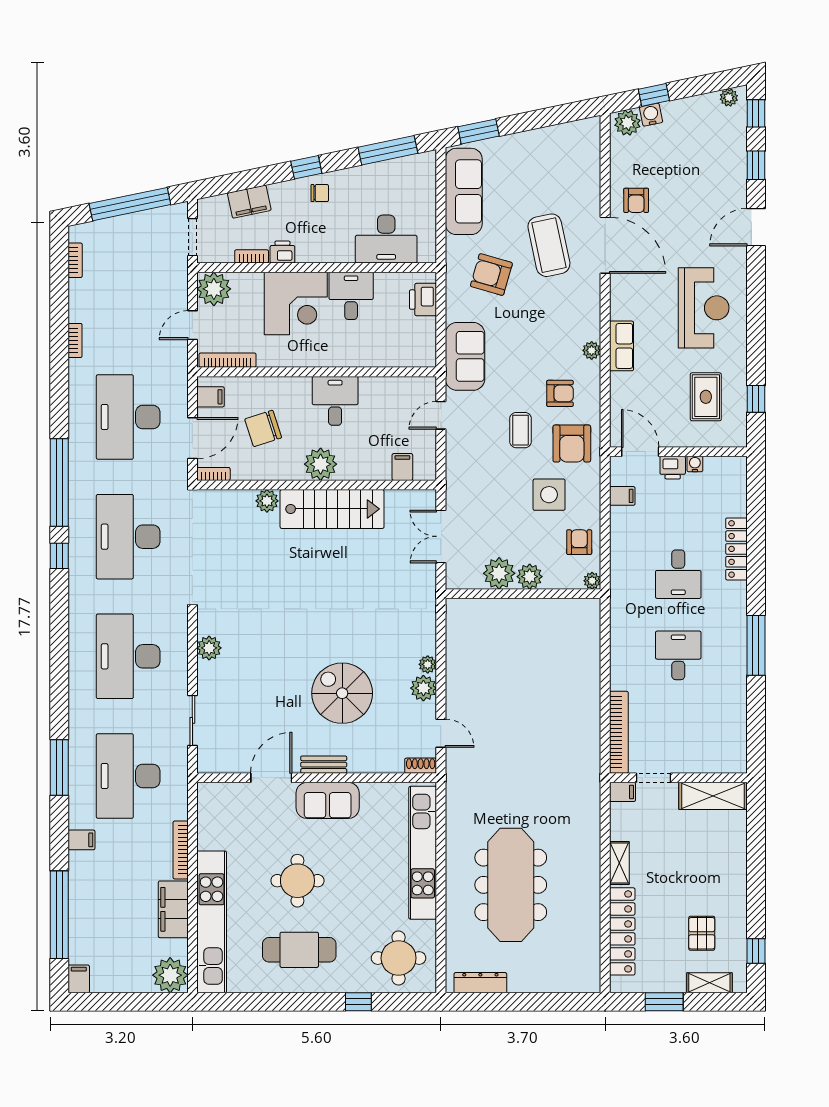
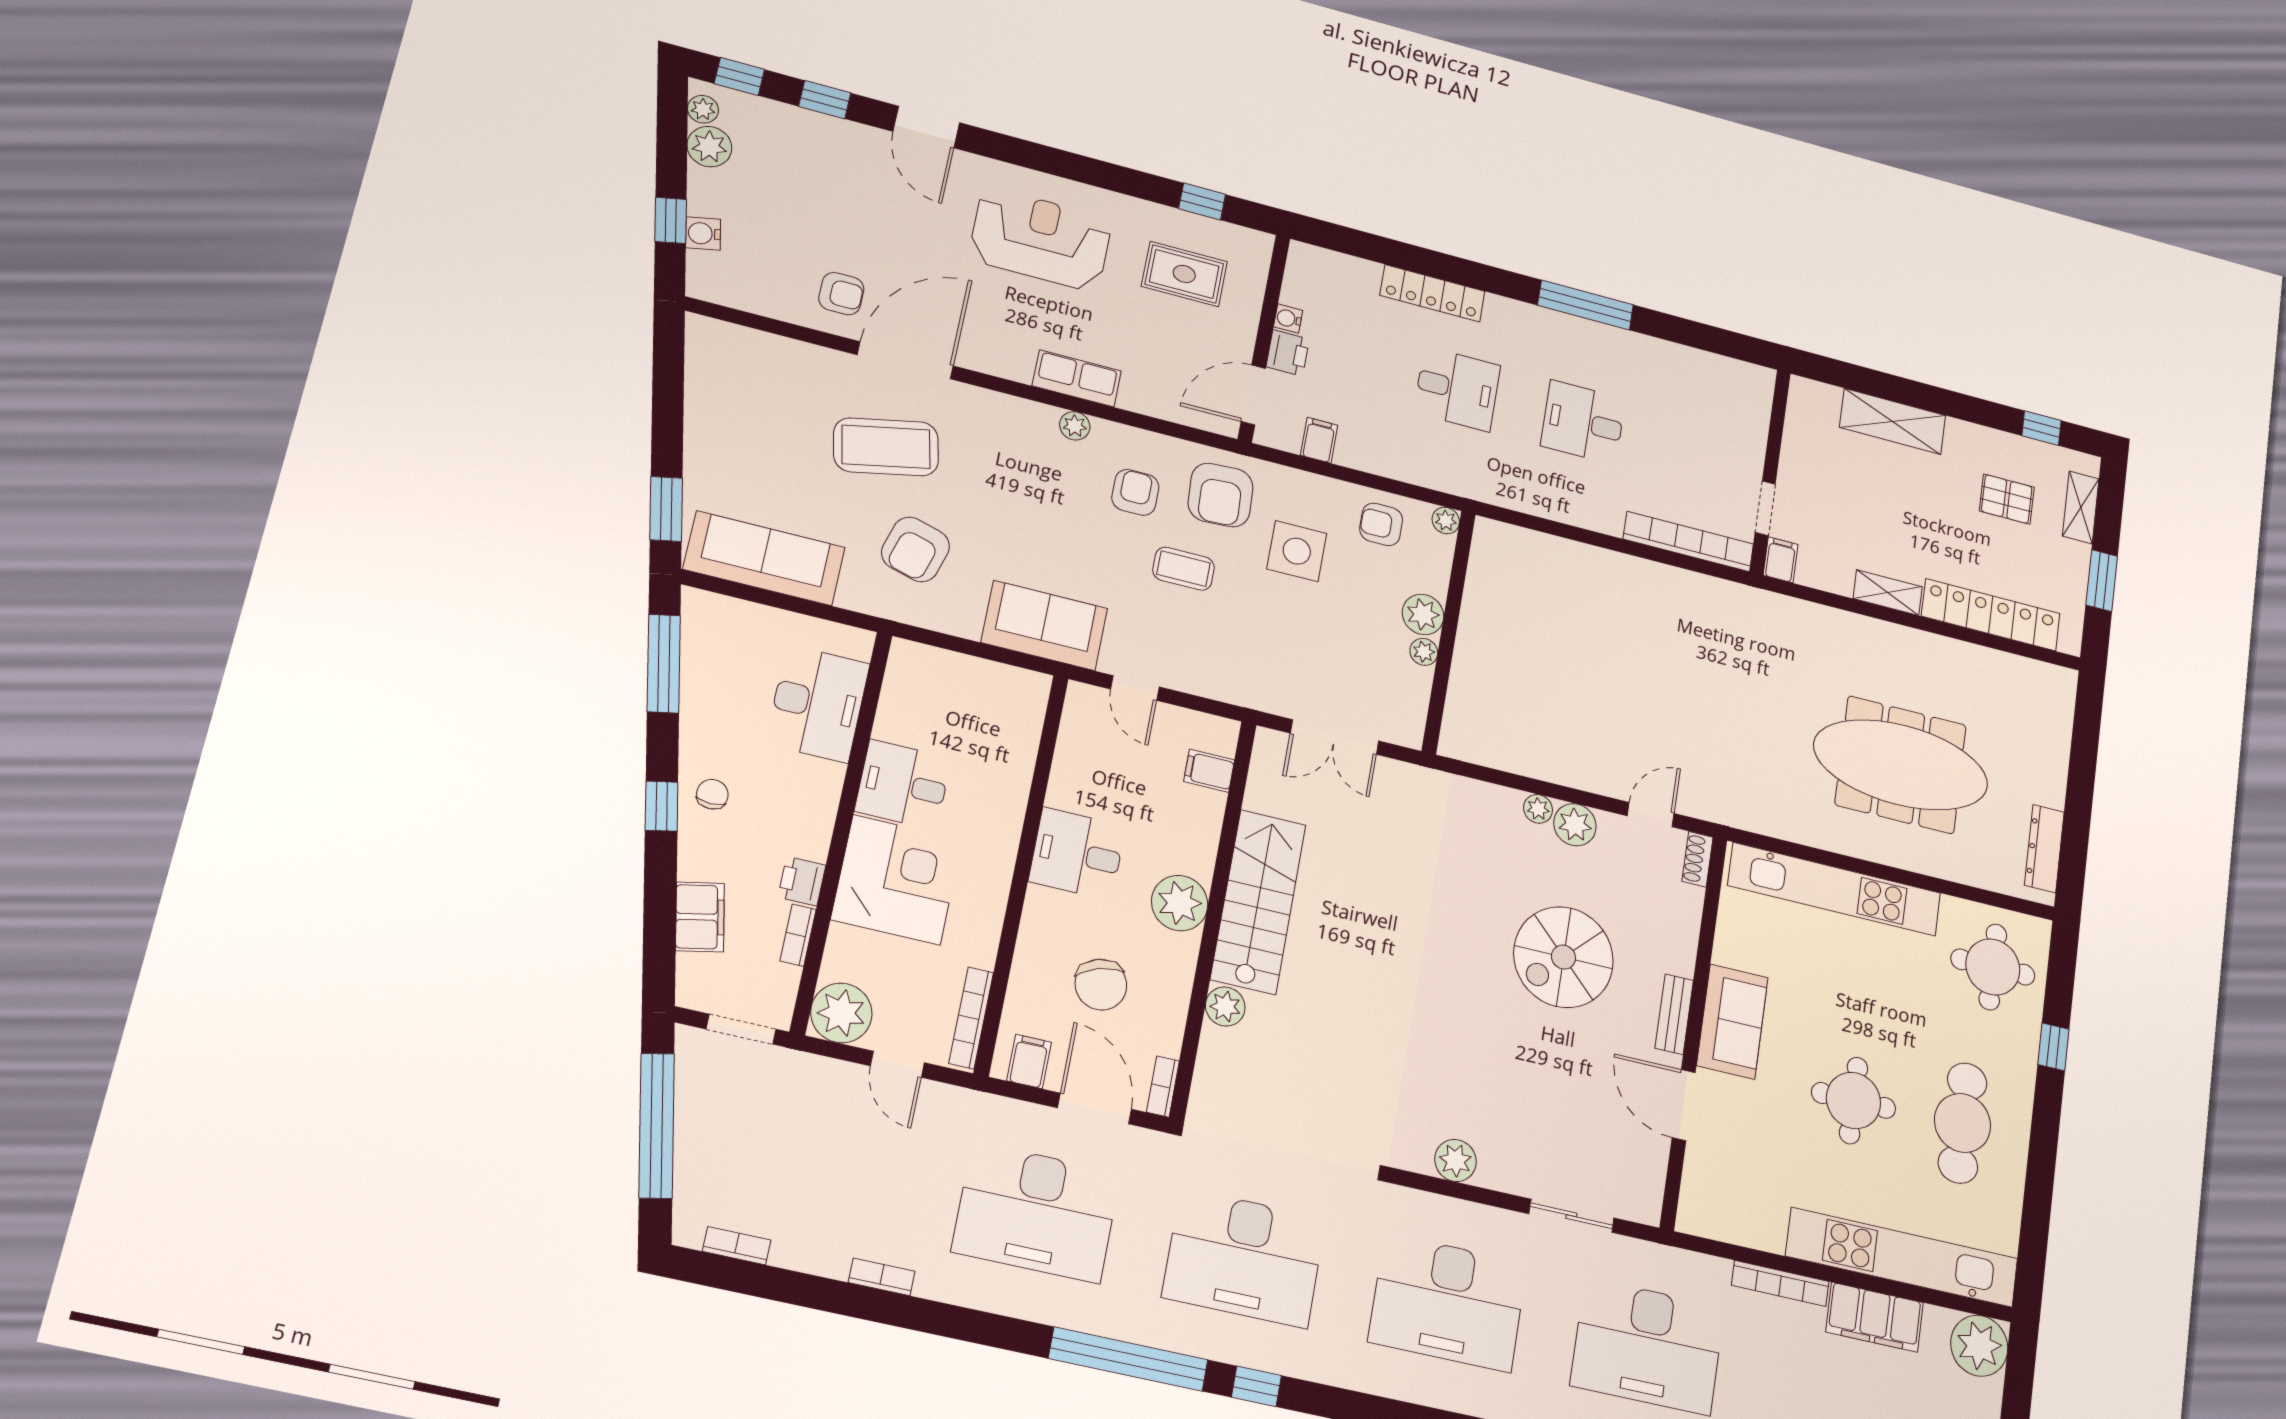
plant: (627, 123) -> (709, 147), moved
printer: (423, 300) -> (934, 669), removed
armchair: (572, 444) -> (1220, 495), turned 87
plant: (499, 573) -> (1424, 652), width x0.53, depth x0.53
shelving: (713, 796) -> (1893, 421), moved, turned 90

